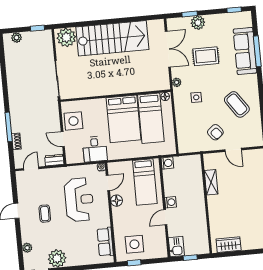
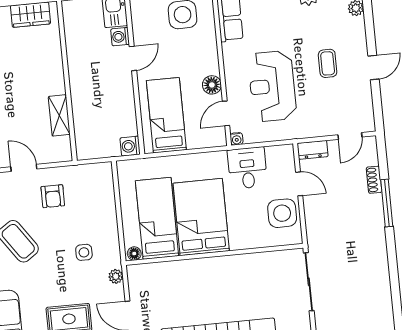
armchair: (215, 132) -> (53, 196), turned -141
washing machine: (171, 202) -> (120, 37), moved

